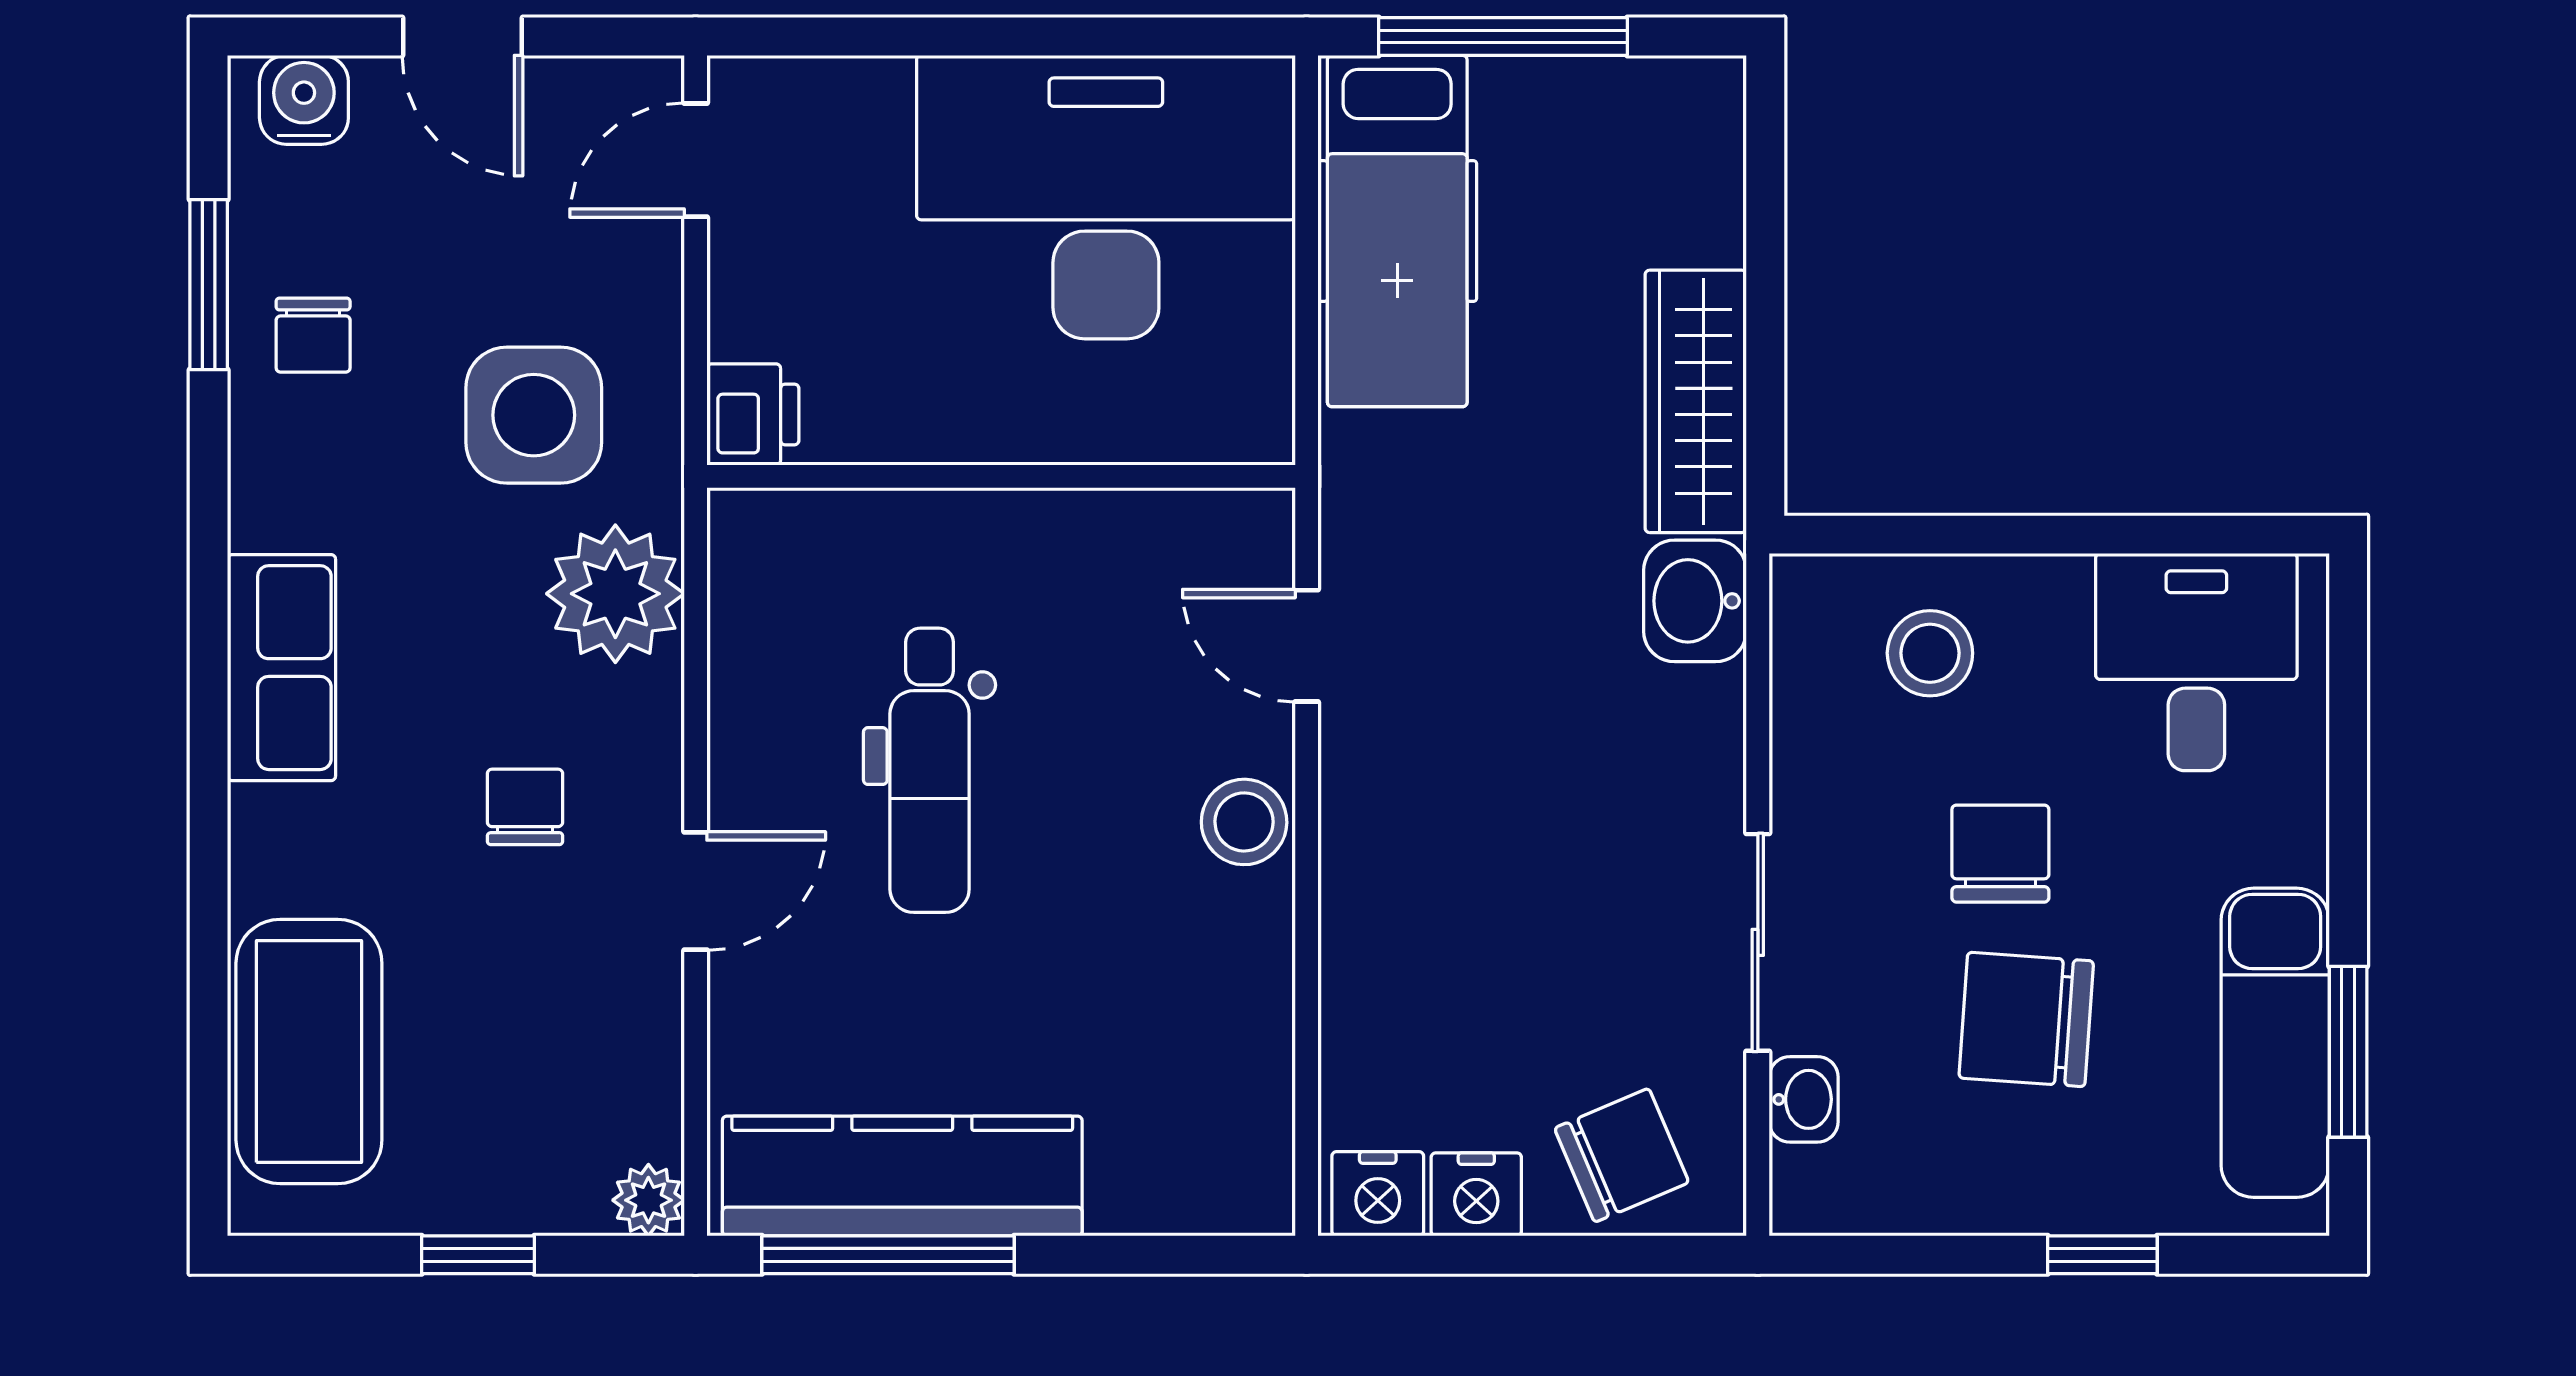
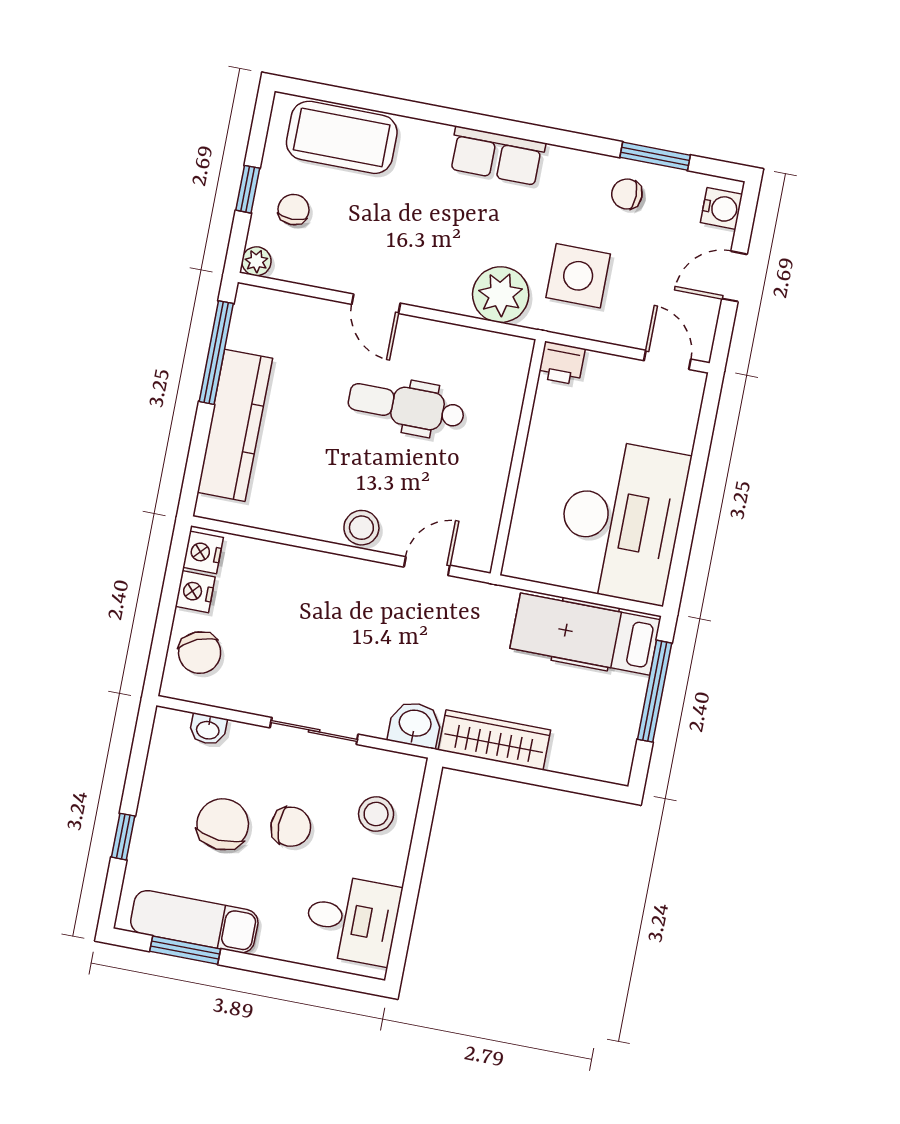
chair: (525, 807) -> (294, 210), moved, turned -90
sliding door: (1758, 942) -> (314, 731), moved
kitchen counter: (902, 1176) -> (235, 425), moved

